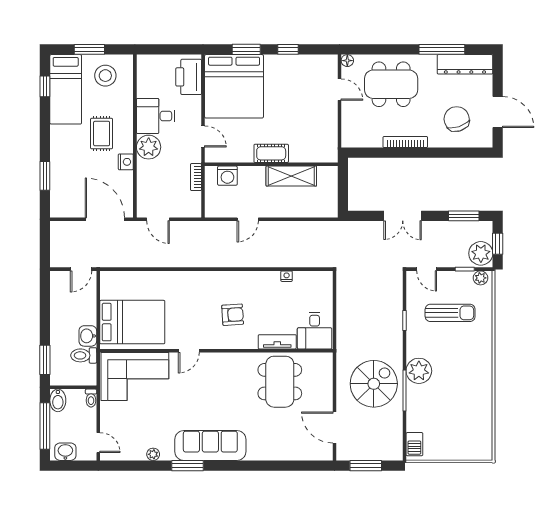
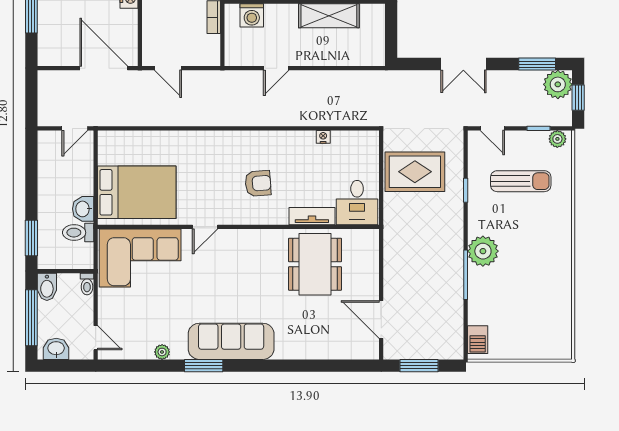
plant: (481, 253) -> (558, 84), moved
rug: (363, 305) -> (415, 172), added
spiral stairs: (374, 384) -> (429, 267), removed

